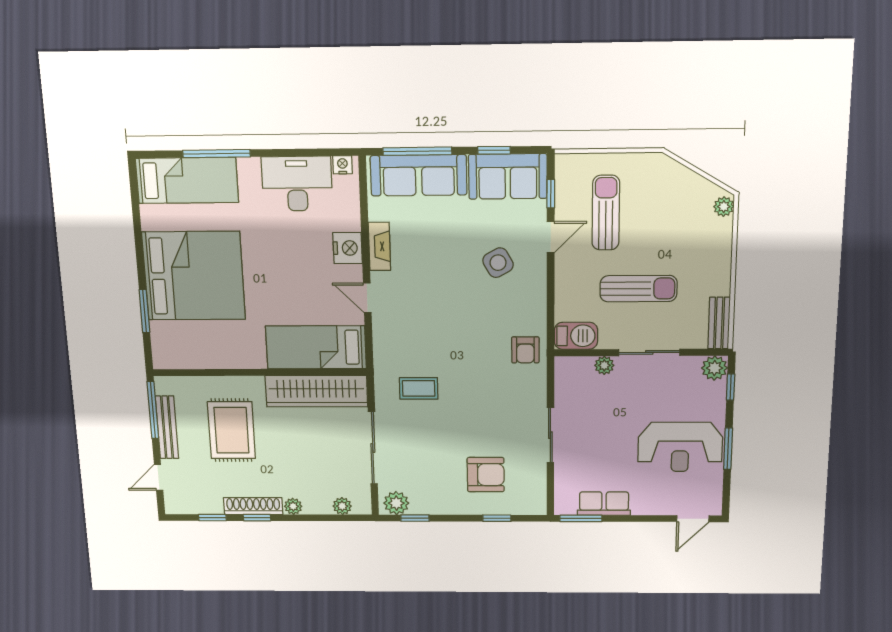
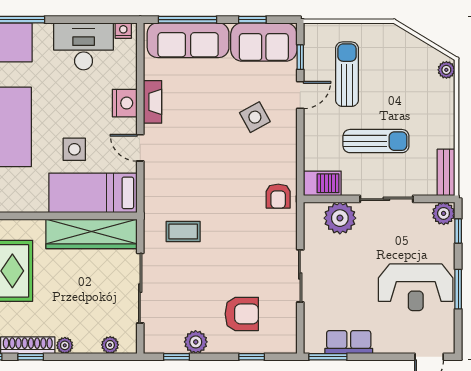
side table: (293, 300) -> (74, 149), added
plant: (604, 365) -> (340, 218), width x1.88, depth x1.88
plant: (396, 503) -> (196, 342), moved

